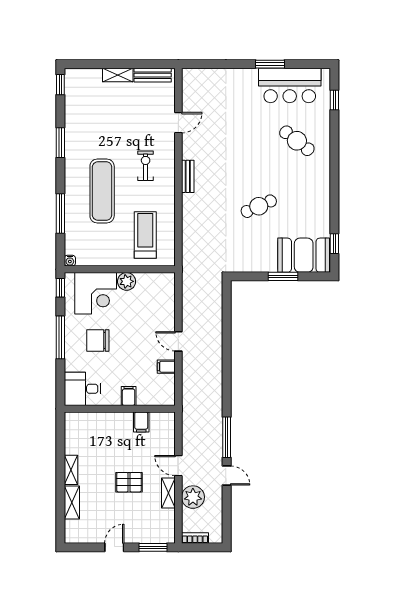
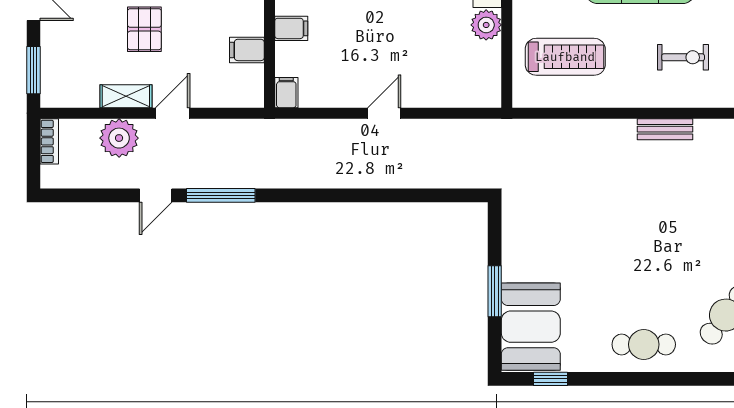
cafe table: (259, 206) -> (644, 344), moved, turned -66
filing cabinet: (166, 367) -> (286, 93), moved

